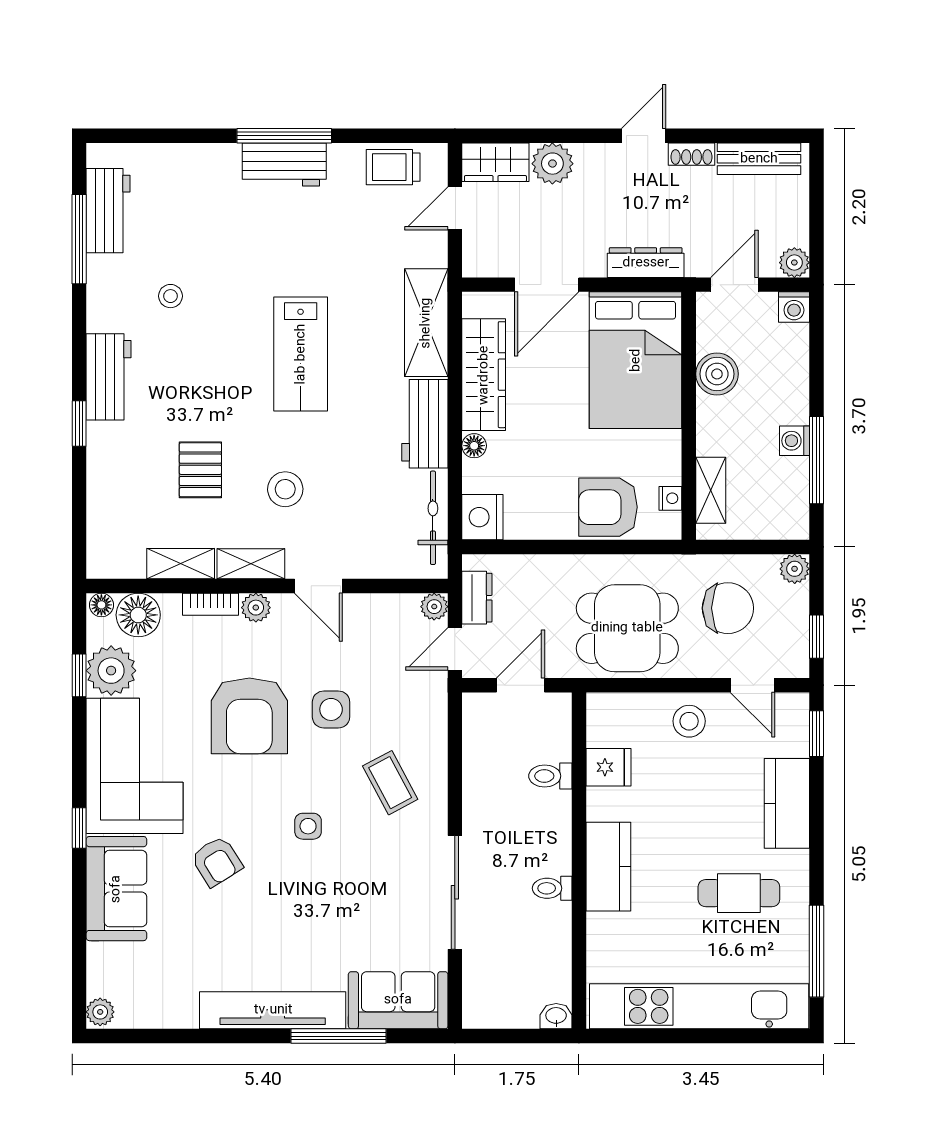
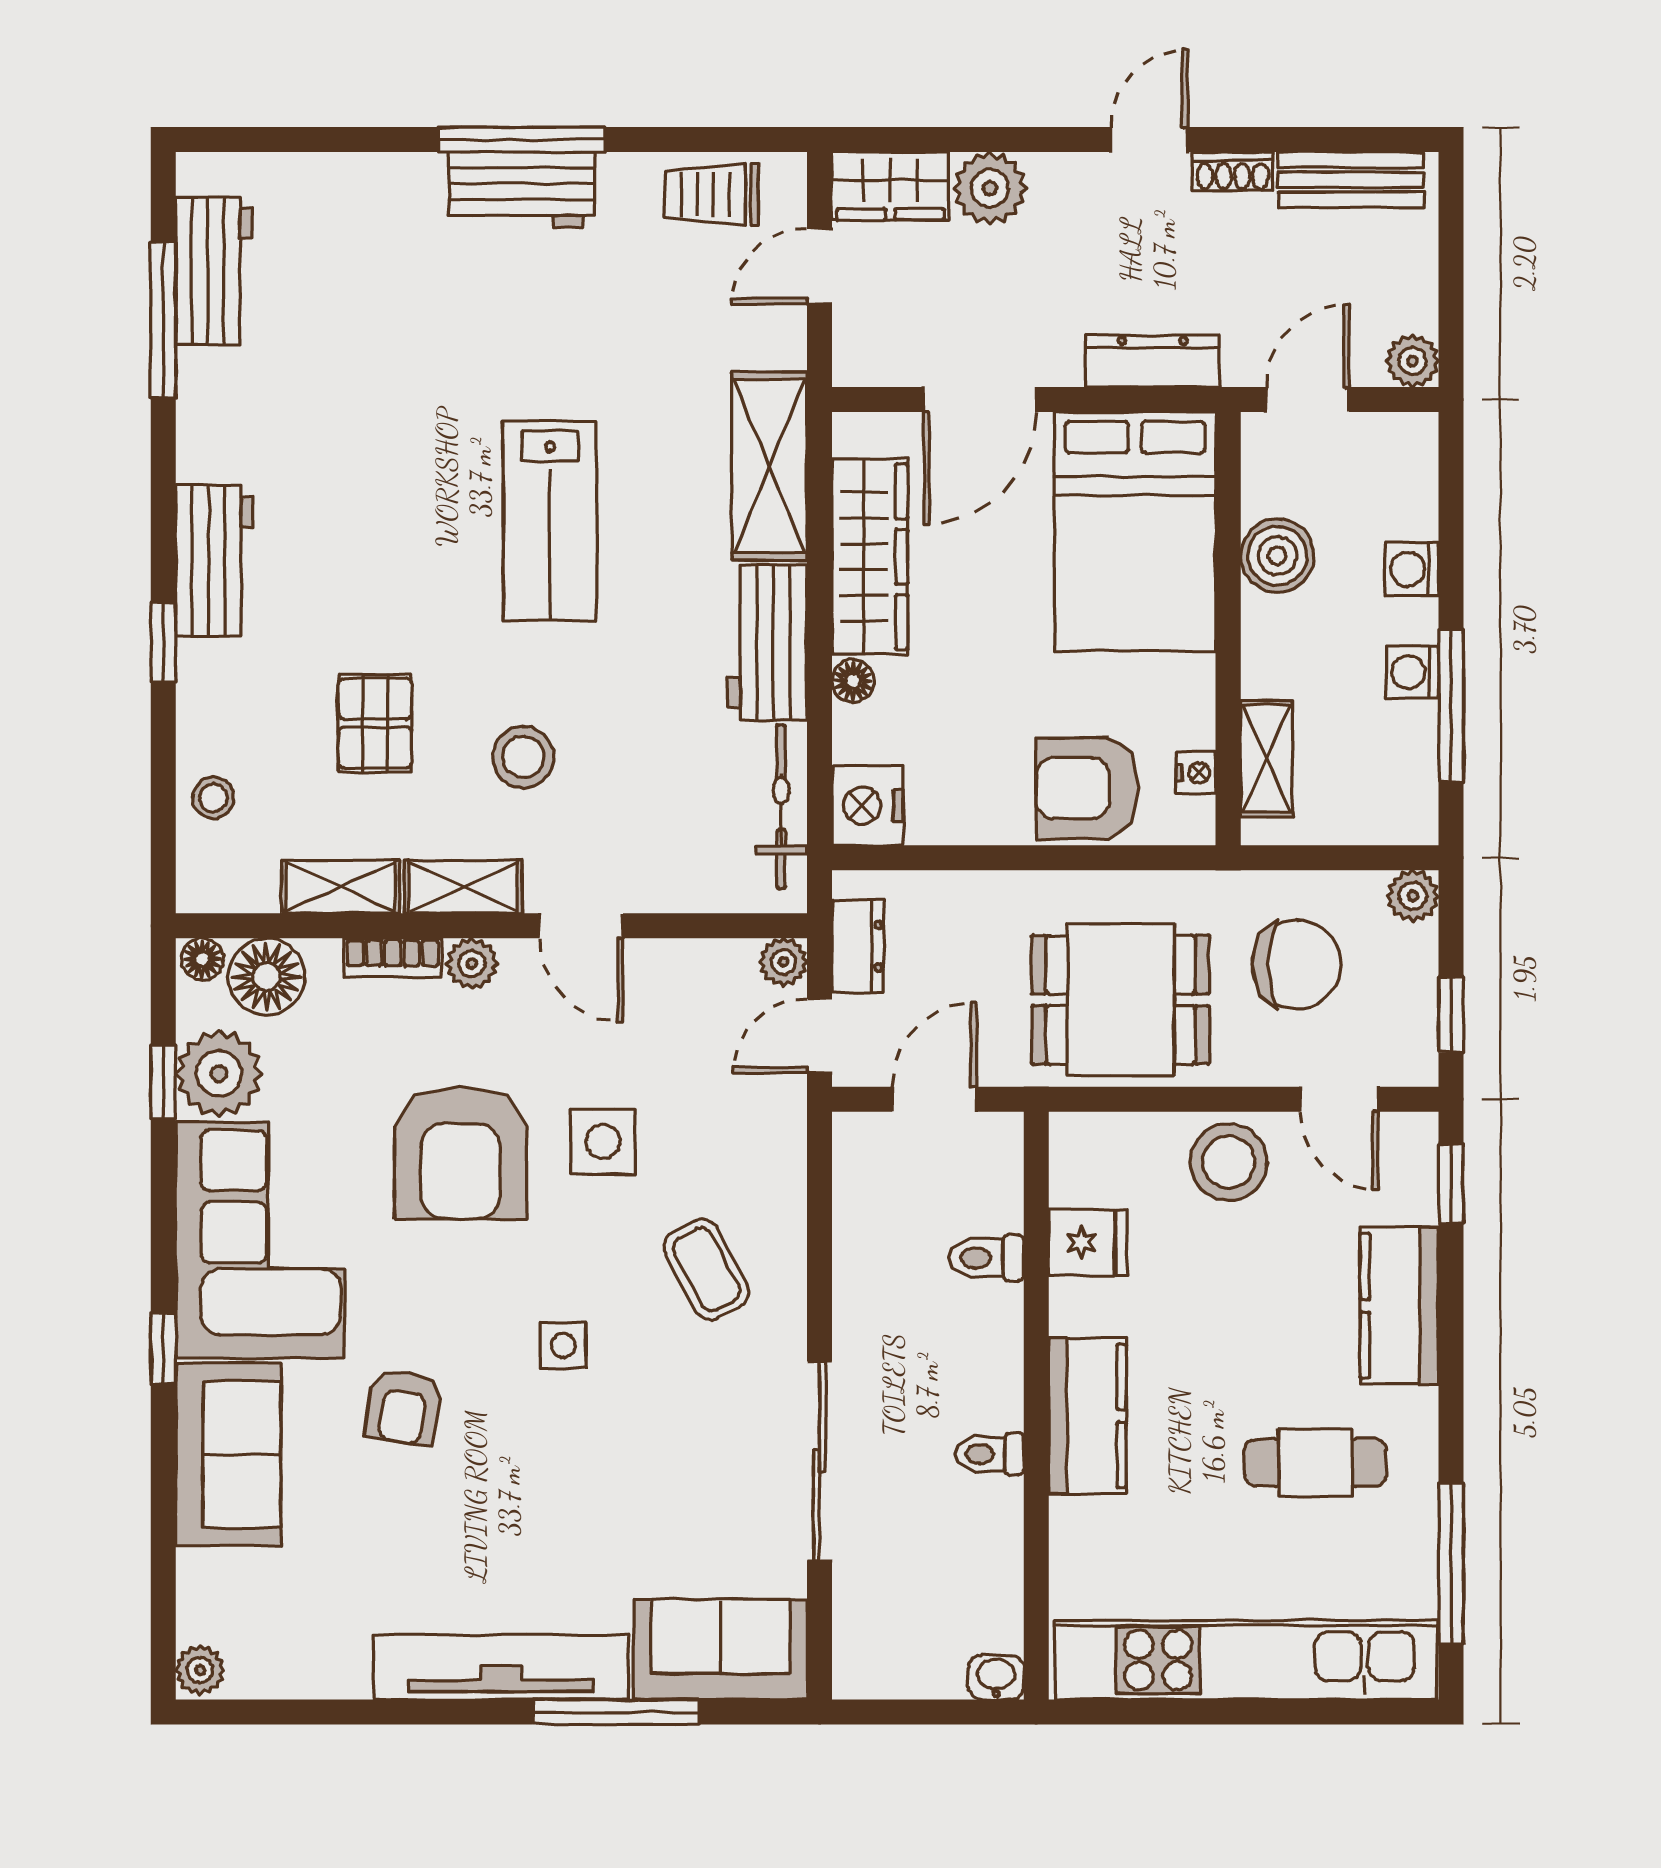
stool: (171, 296) -> (213, 798), moved
washing machine: (794, 307) -> (1412, 569), moved, turned 90
stool: (689, 721) -> (1229, 1162), width x1.38, depth x1.38
armchair: (217, 861) -> (404, 1407), turned 41

